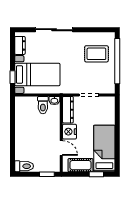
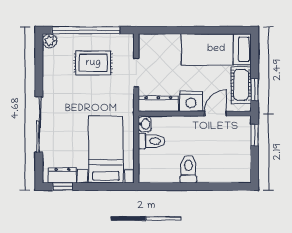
plant: (110, 37) -> (50, 41), added
rug: (96, 54) -> (93, 63), moved, turned 90
window: (12, 77) -> (63, 187), moved
toilet: (24, 166) -> (188, 169), moved
window: (96, 174) -> (255, 90), moved

